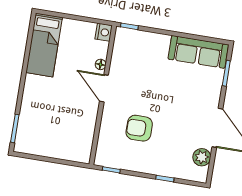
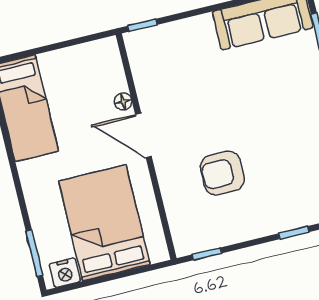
nightstand: (104, 32) -> (65, 273), moved, turned 90
bed: (61, 128) -> (104, 223), added

